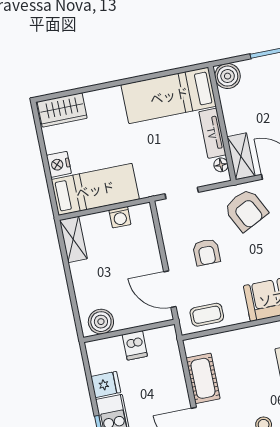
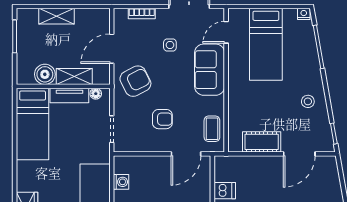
boiler: (228, 76) -> (45, 74), moved
shelving: (241, 156) -> (74, 77), moved

